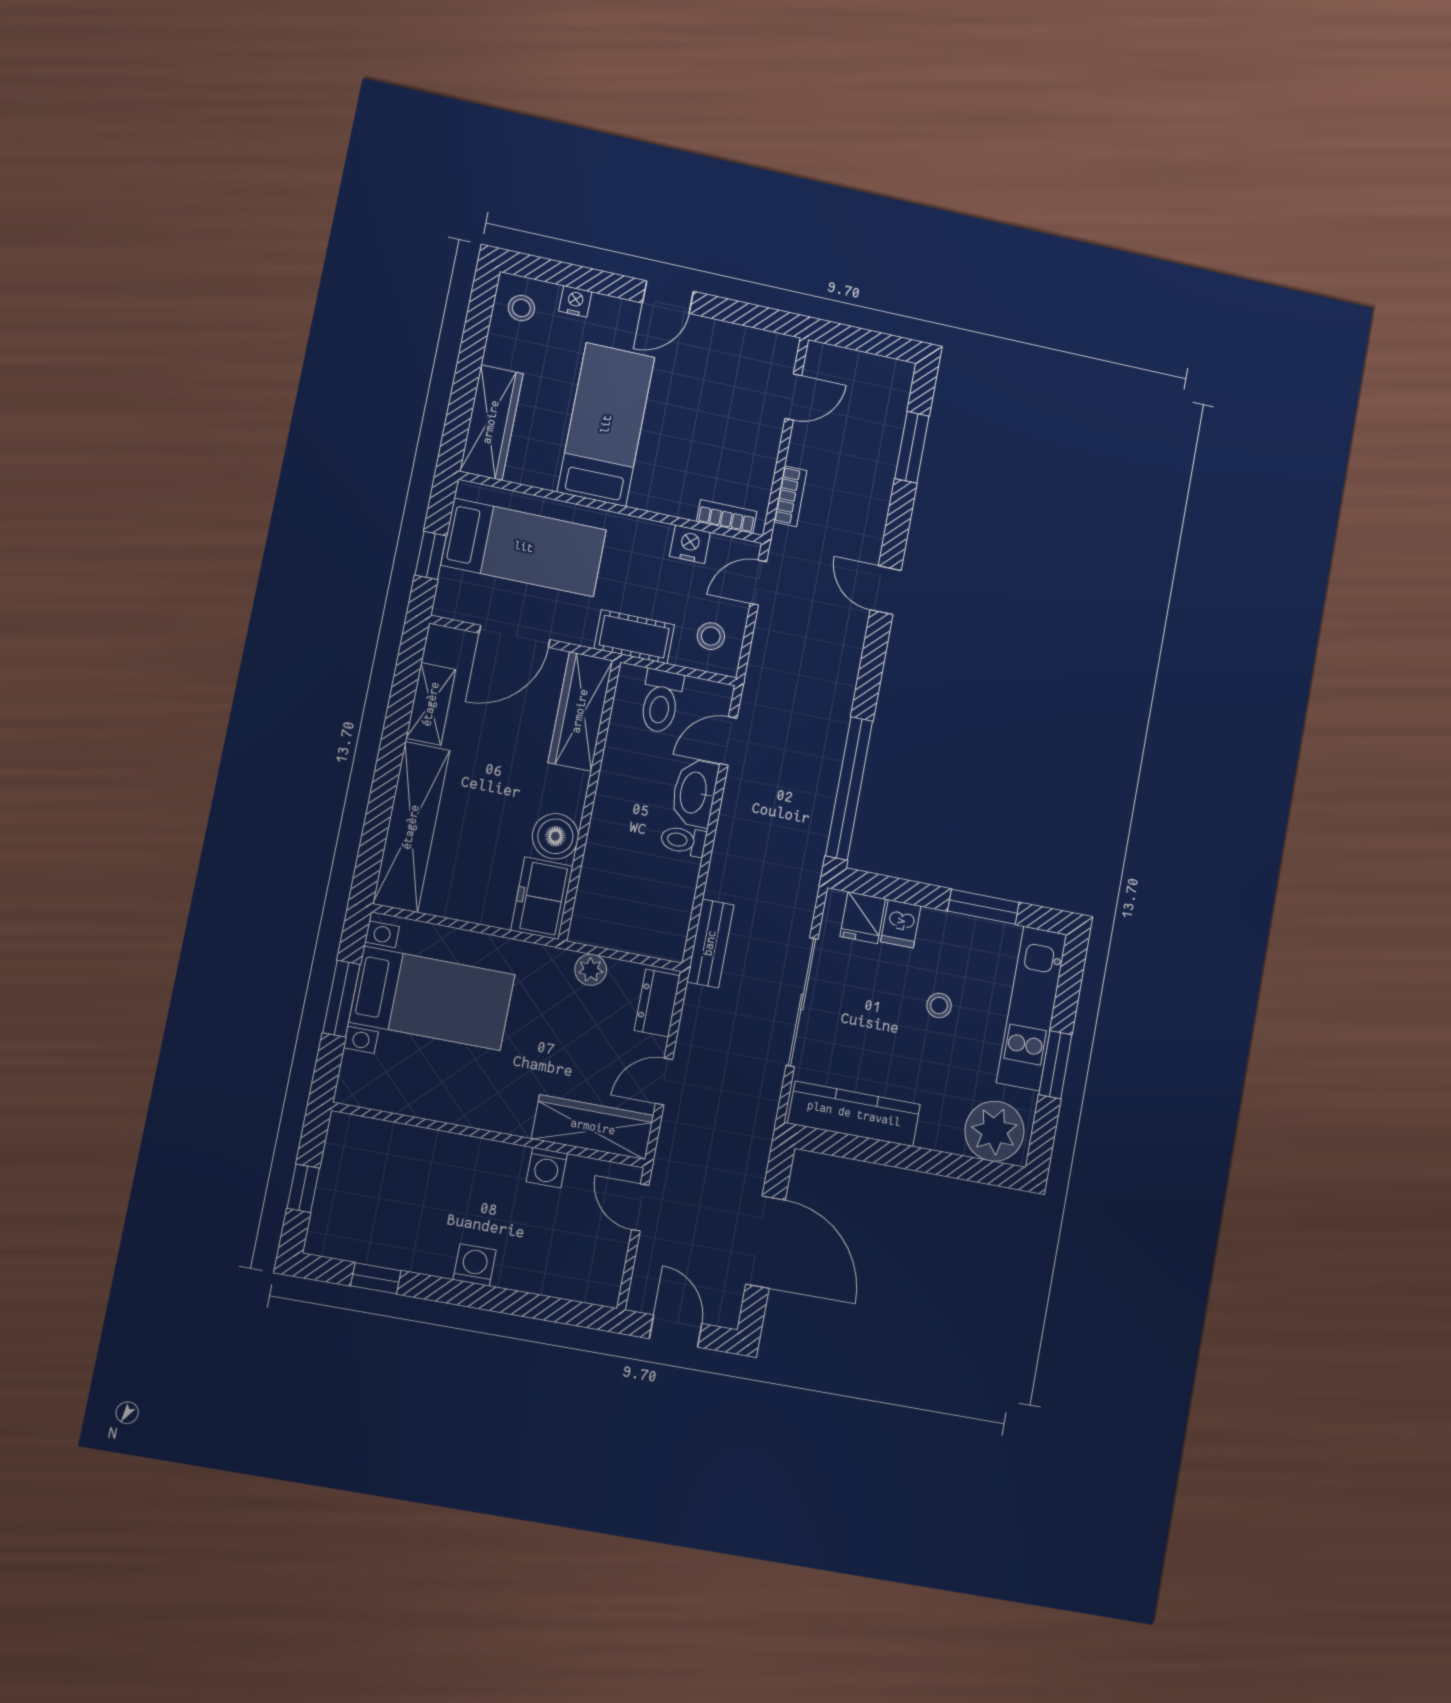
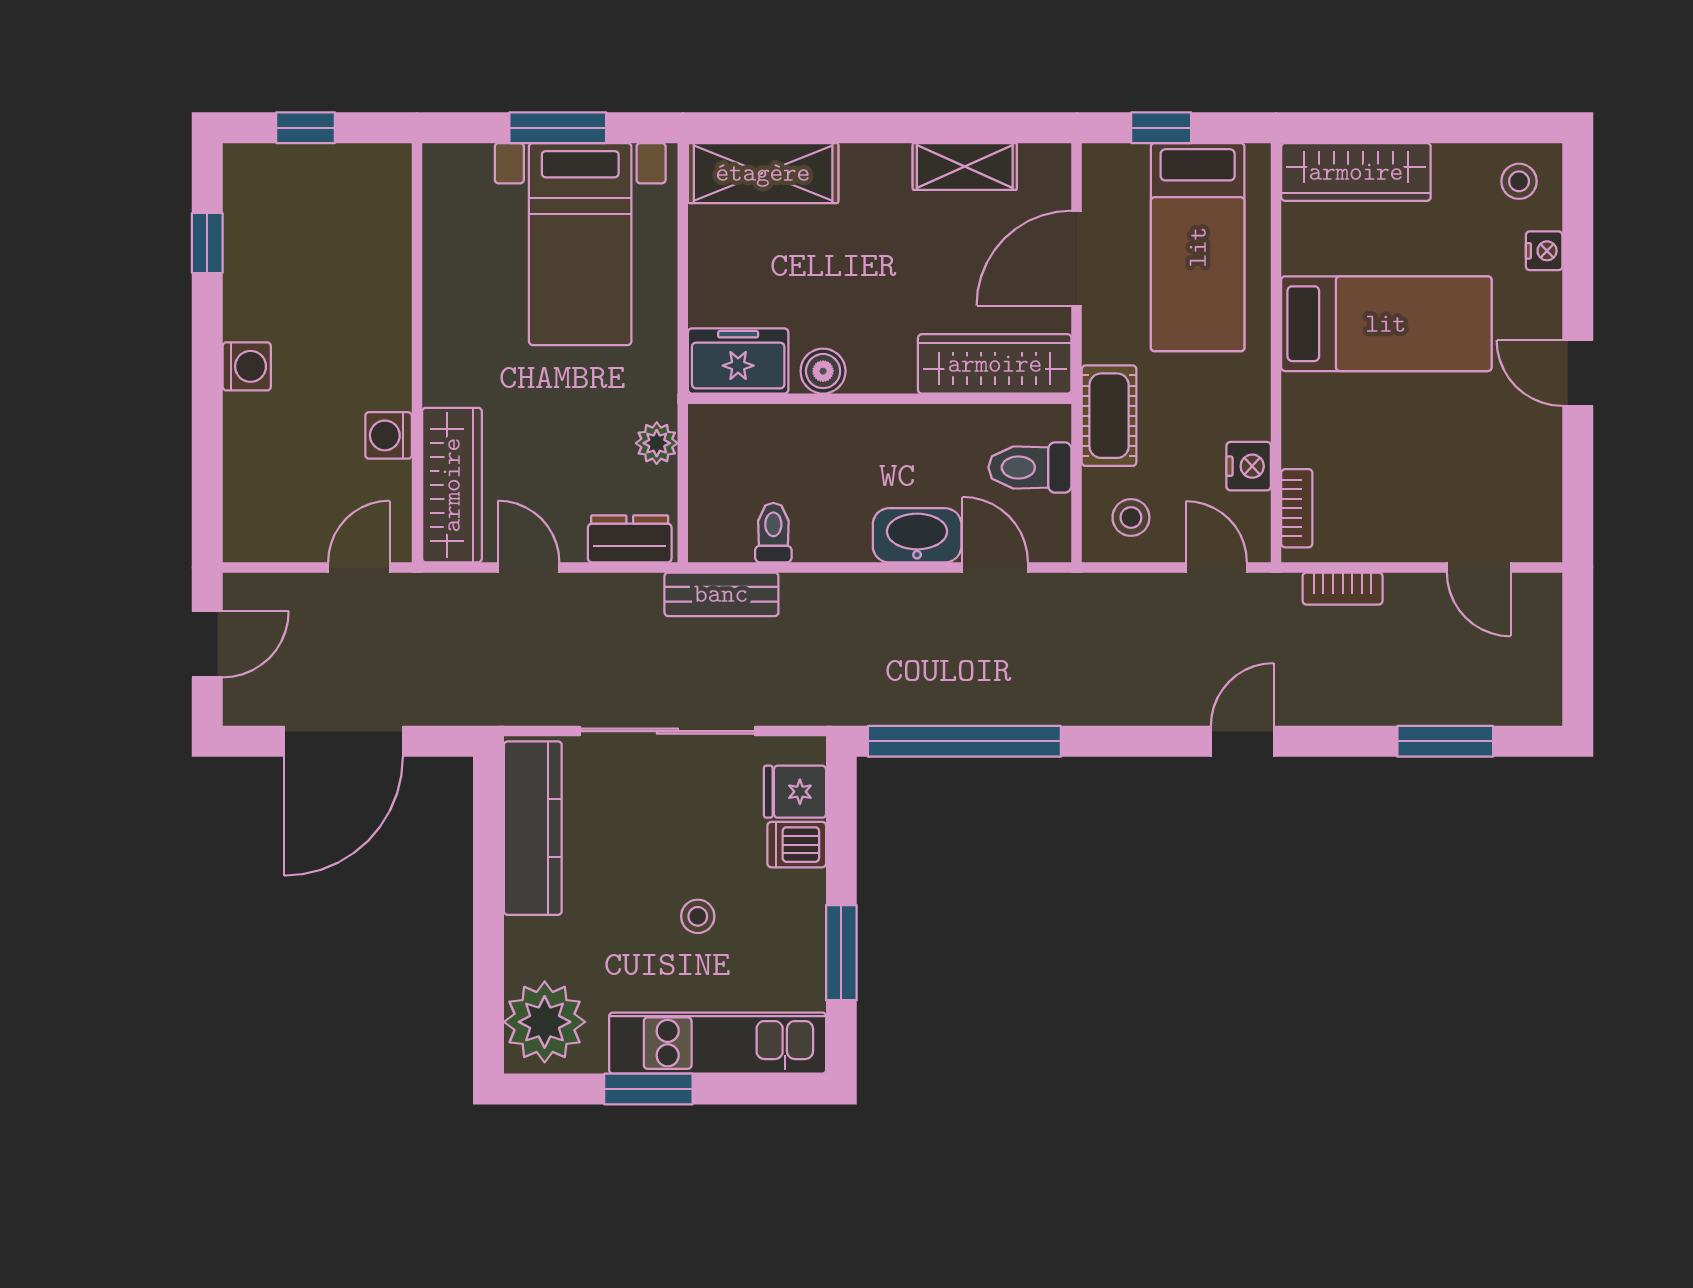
door: (515, 636) -> (1077, 258), hinge flipped
shelving: (411, 827) -> (763, 173), width x0.68
boiler: (555, 836) -> (823, 371), width x0.73, depth x0.73
toilet: (683, 841) -> (773, 533), moved

